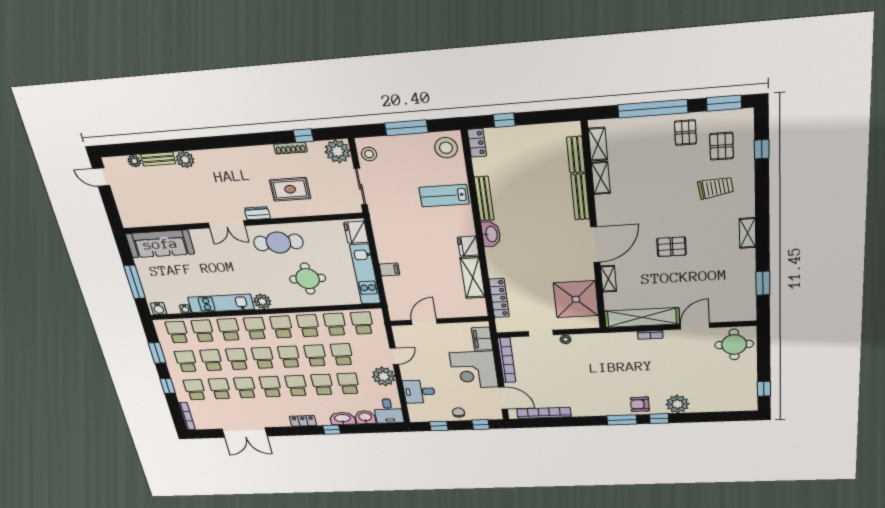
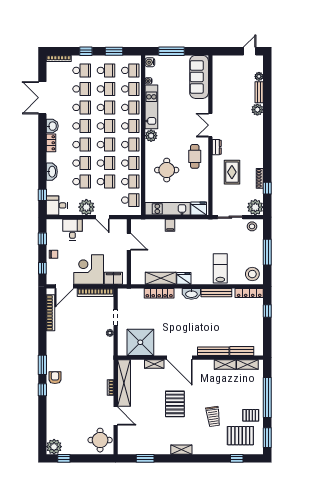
locker: (477, 143) -> (249, 293), width x1.53
pallet: (721, 146) -> (240, 436), width x1.50, depth x1.42
trolley: (716, 188) -> (213, 416), moved
cafe table: (278, 242) -> (195, 156), width x0.73, depth x0.74
pallet: (672, 247) -> (175, 404), width x1.50, depth x1.42
locker: (499, 298) -> (159, 293), moved
plant: (677, 404) -> (54, 447), moved
washbasin: (365, 417) -> (52, 126), moved
window: (332, 430) -> (42, 195), moved

